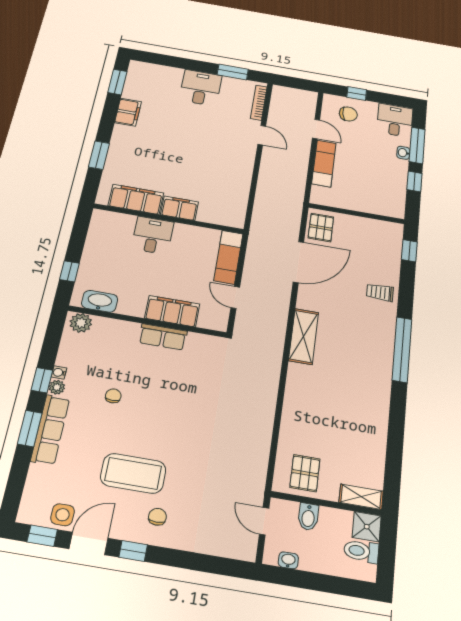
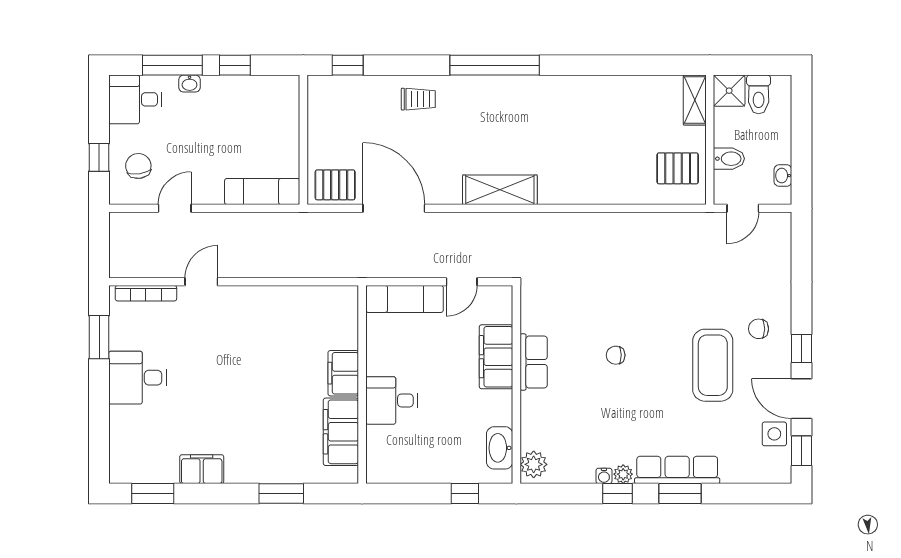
exam couch: (324, 163) -> (262, 191), moved
trolley: (380, 292) -> (418, 99), turned -90
chair: (113, 396) -> (616, 355), moved

